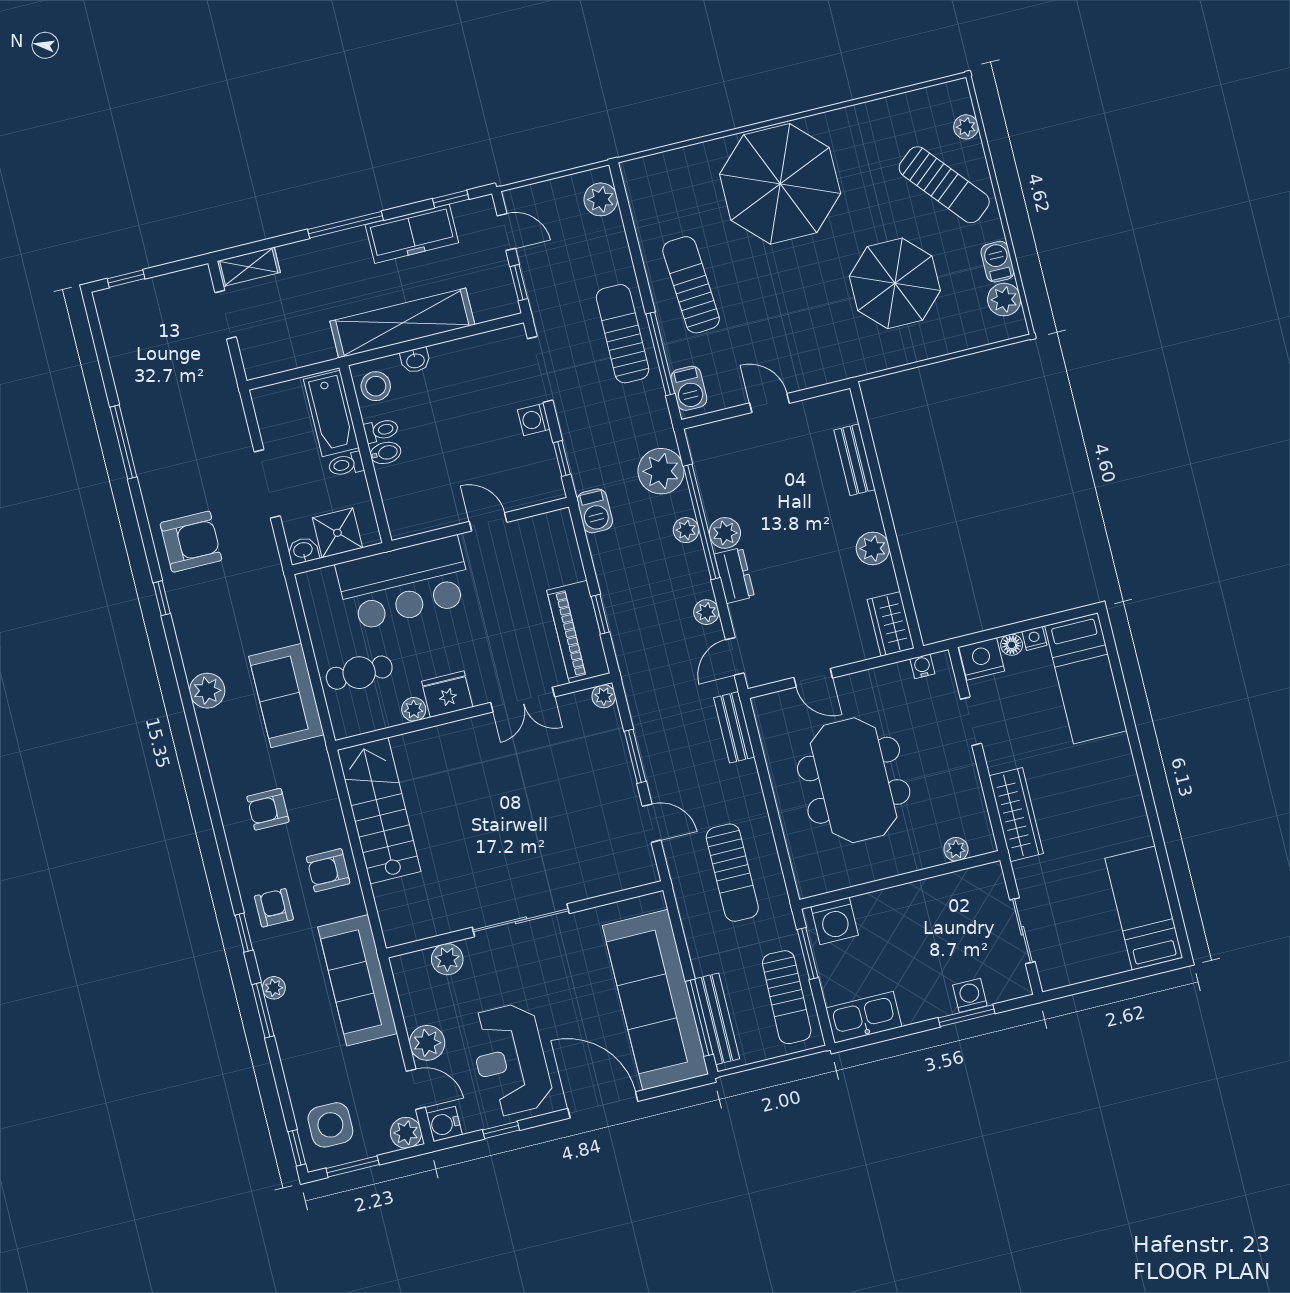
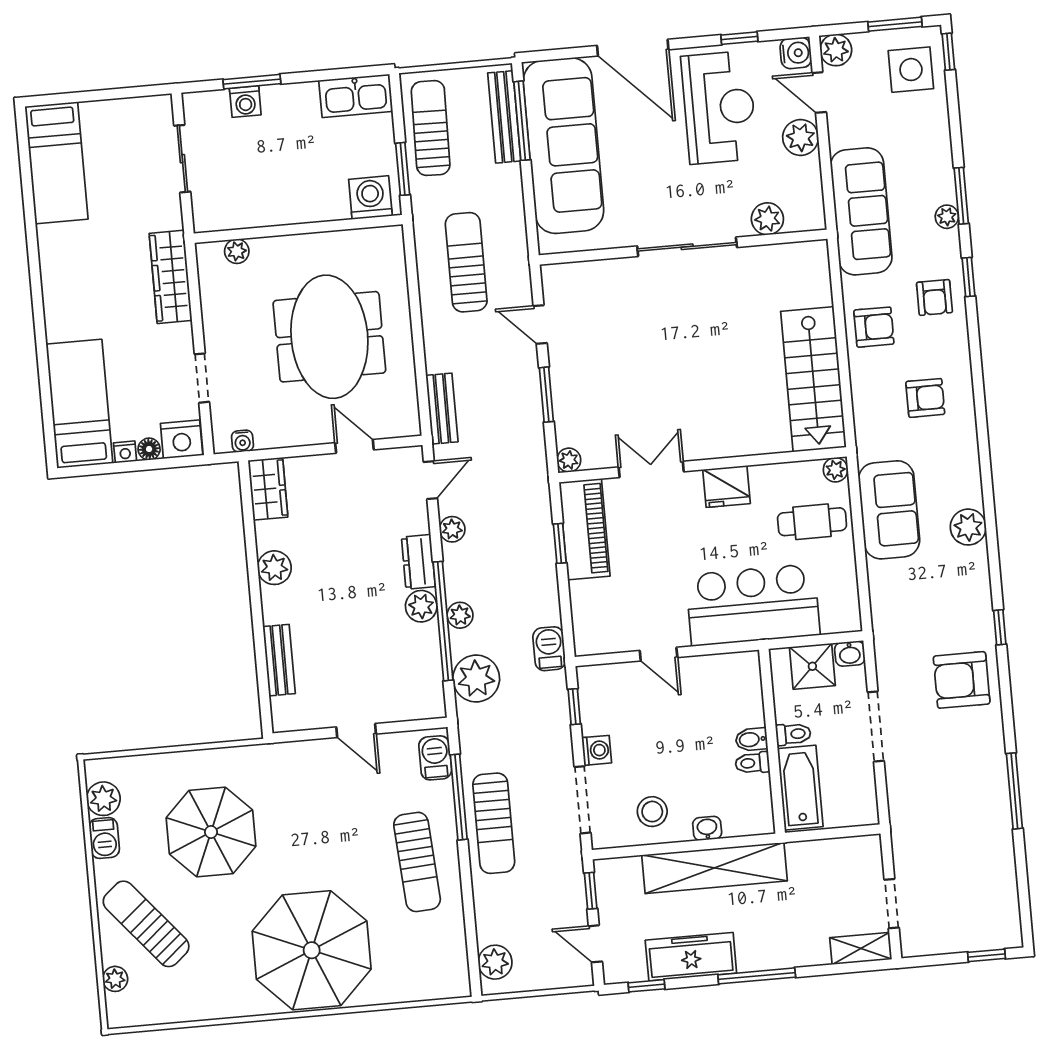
stool: (376, 386) -> (652, 812), moved
plant: (414, 709) -> (835, 470), moved

